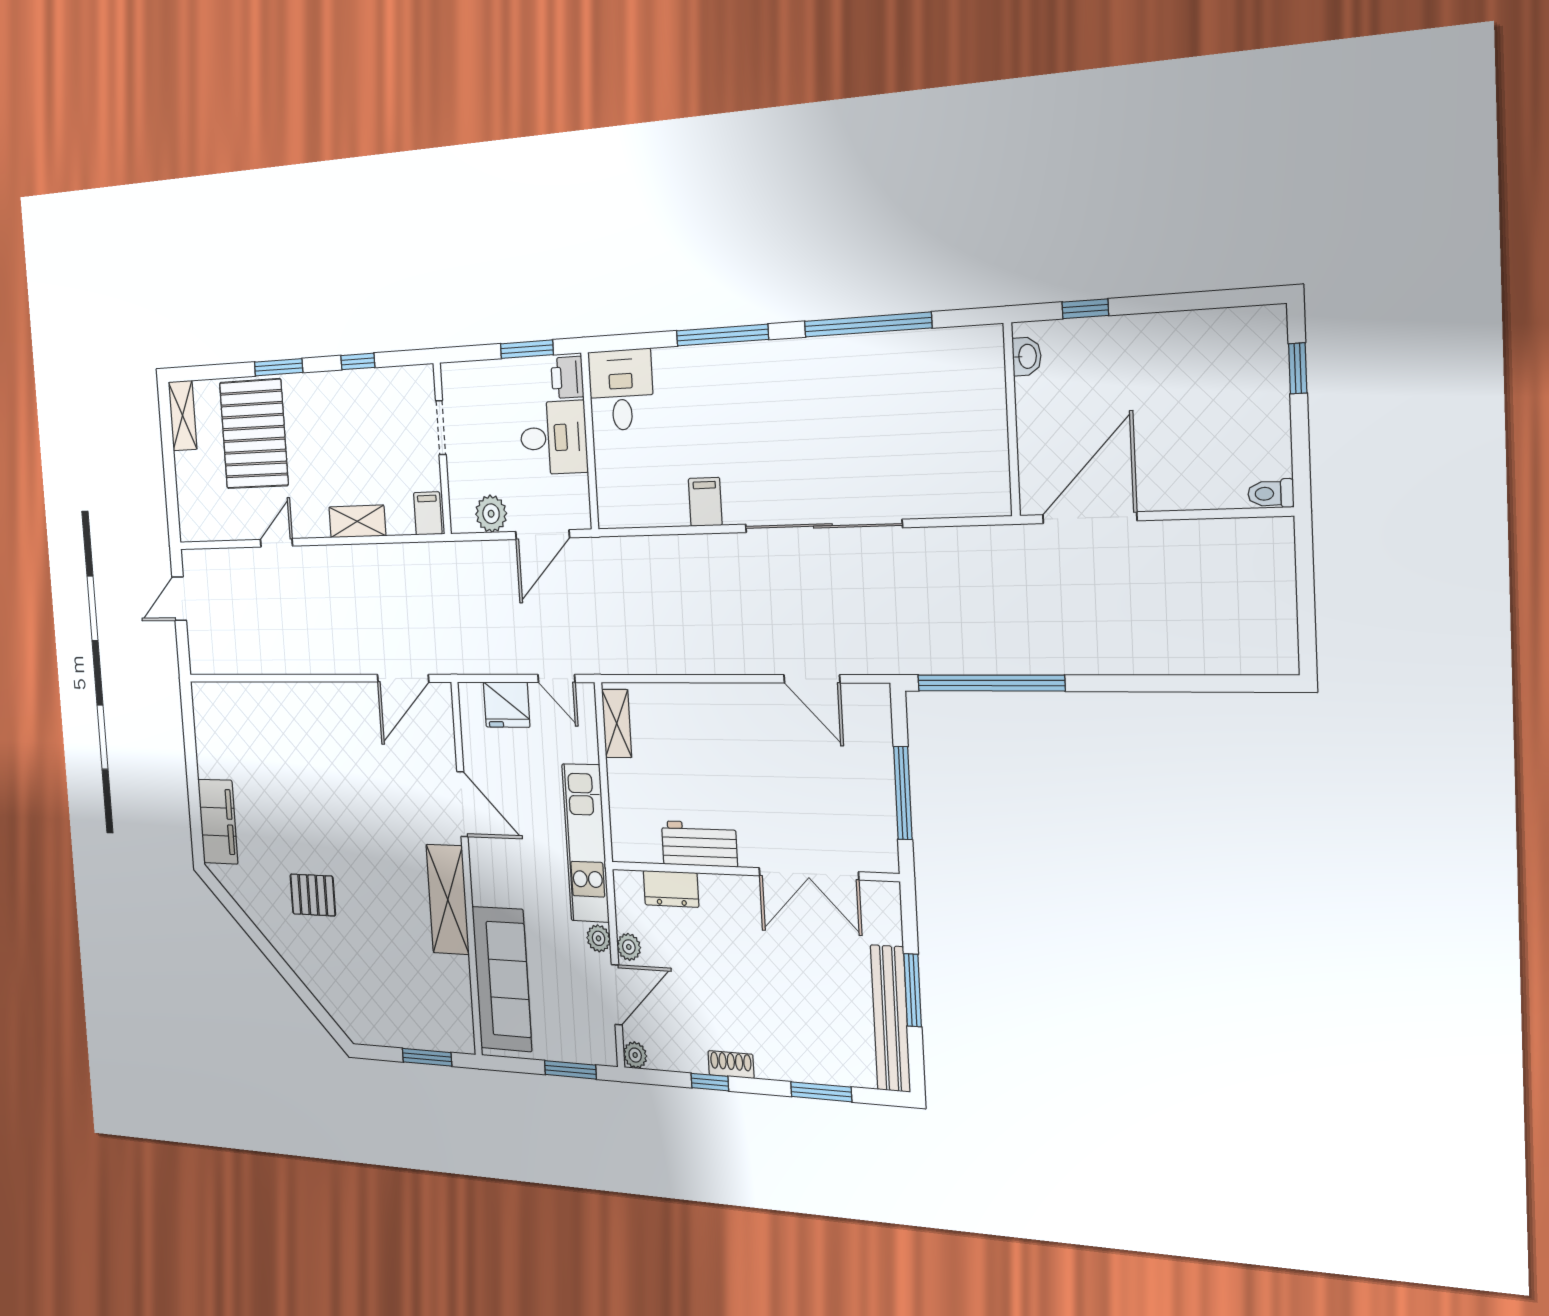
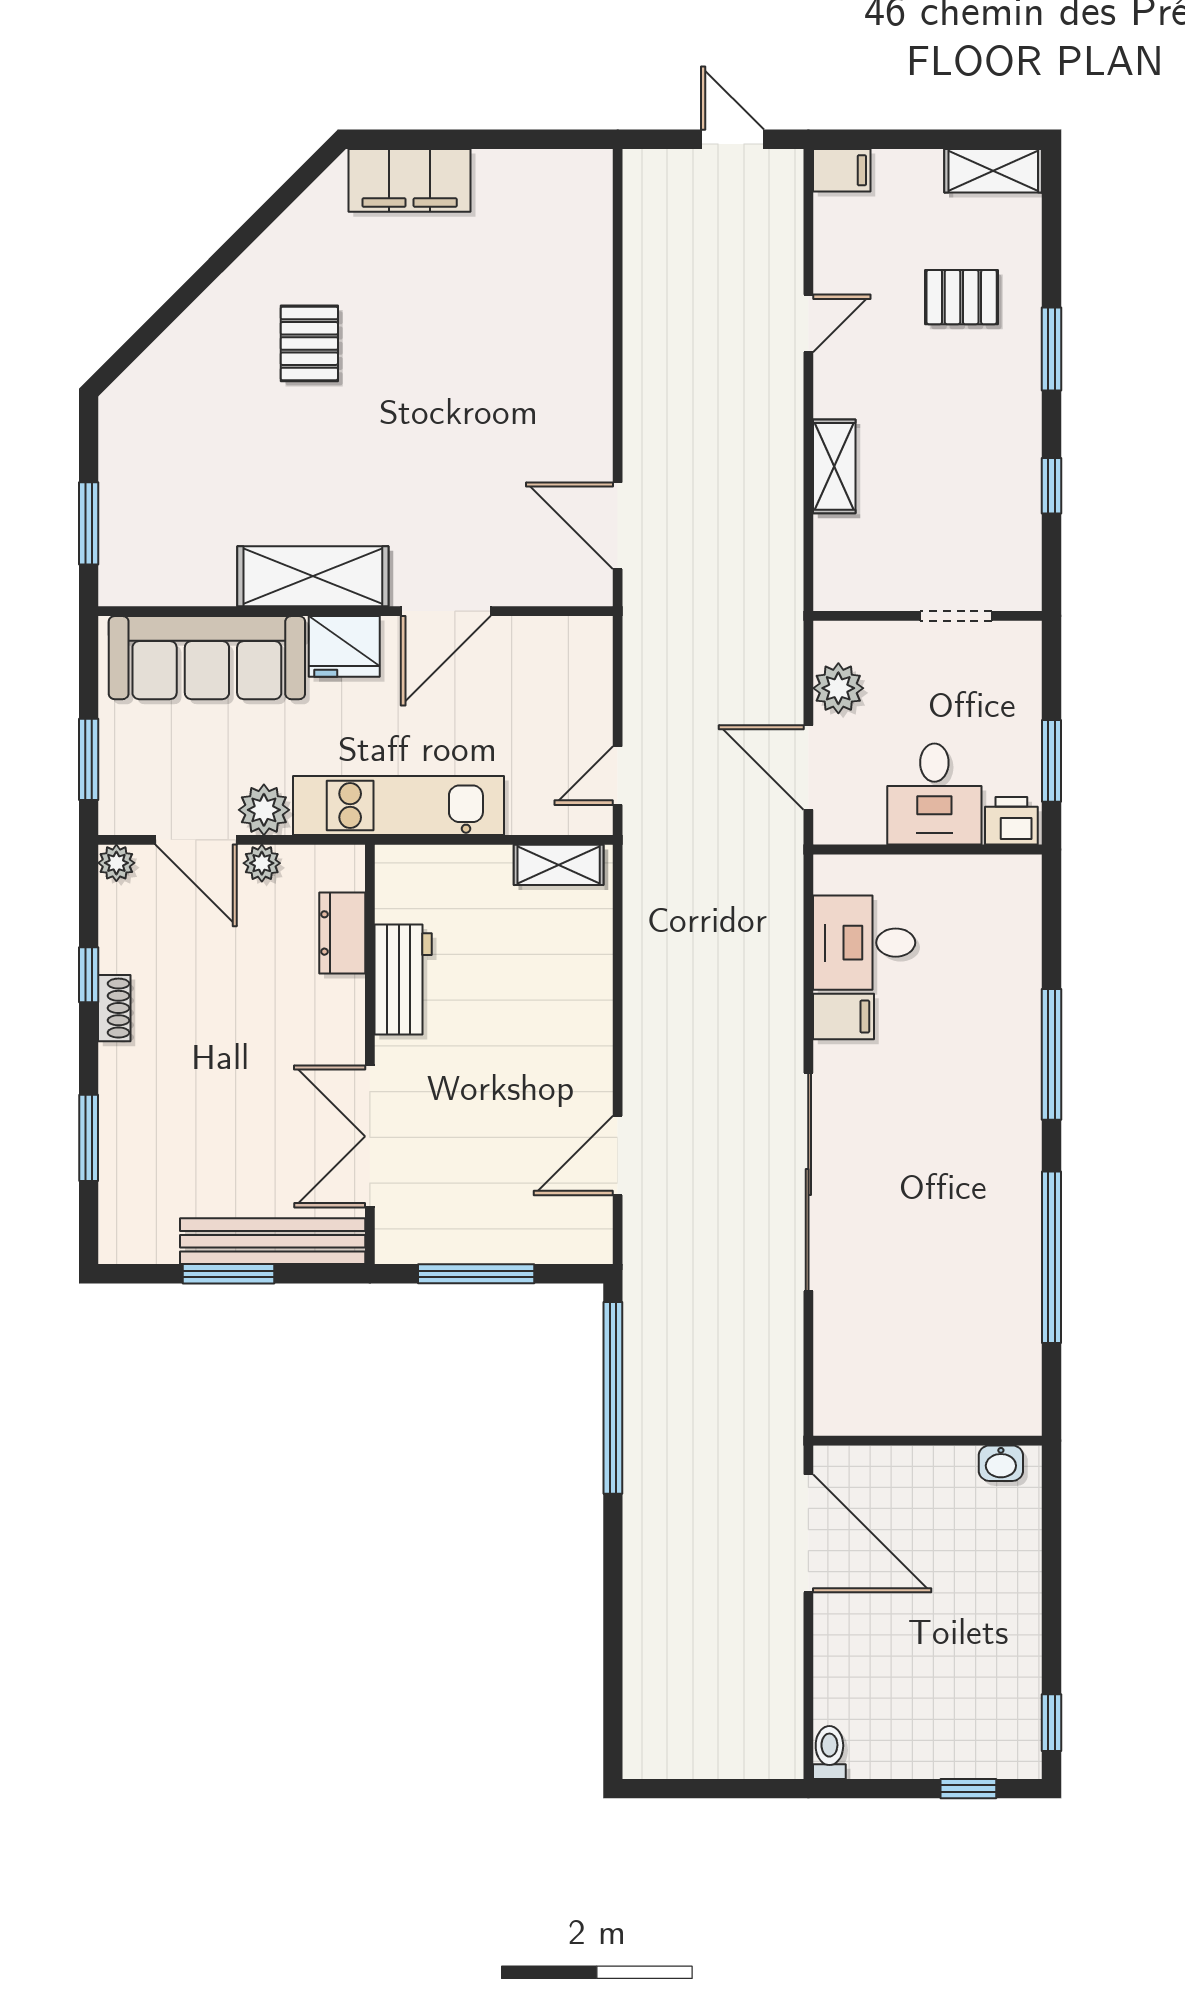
window: (1085, 309) -> (1051, 1723), moved
desk: (621, 390) -> (864, 943), moved, turned 180
pallet: (254, 434) -> (962, 297), width x0.49, depth x0.50
filing cabinet: (428, 513) -> (842, 170), moved
door: (276, 543) -> (808, 323), hinge flipped
fridge: (507, 705) -> (344, 646), moved, turned -90
plant: (599, 938) -> (264, 810), width x1.38, depth x1.38
bench: (891, 1018) -> (273, 1241), moved

